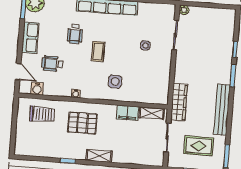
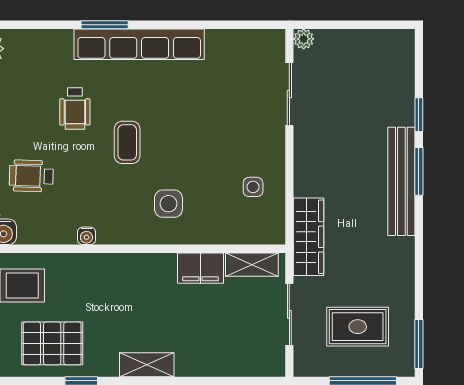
side table: (145, 45) -> (253, 187), moved
bench: (222, 110) -> (401, 181), moved
pallet: (82, 123) -> (52, 343), moved

